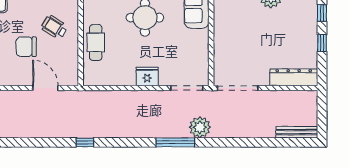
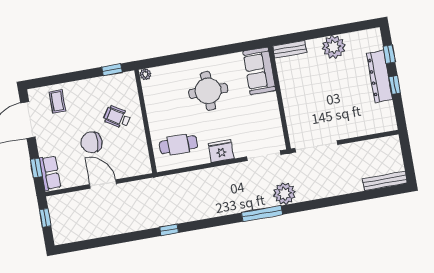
cafe table: (96, 42) -> (178, 145), moved, turned 90
dresser: (294, 77) -> (379, 76), moved, turned -90
door: (45, 88) -> (103, 184), moved

